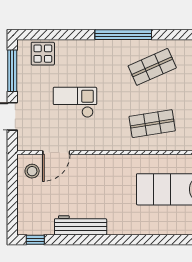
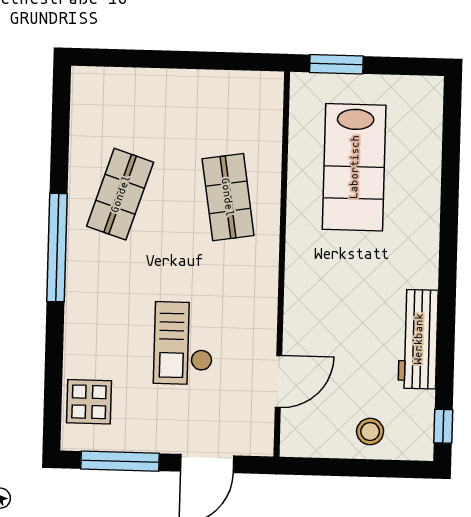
shop shelf: (152, 67) -> (120, 194), turned 42
door: (56, 153) -> (278, 381), hinge flipped
stool: (32, 171) -> (370, 431), moved

